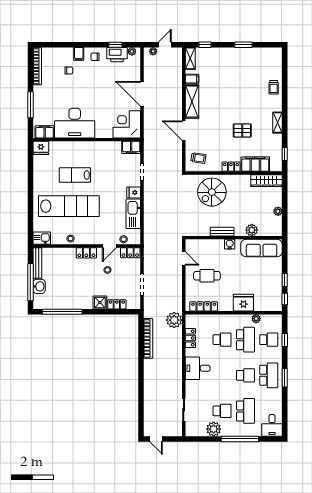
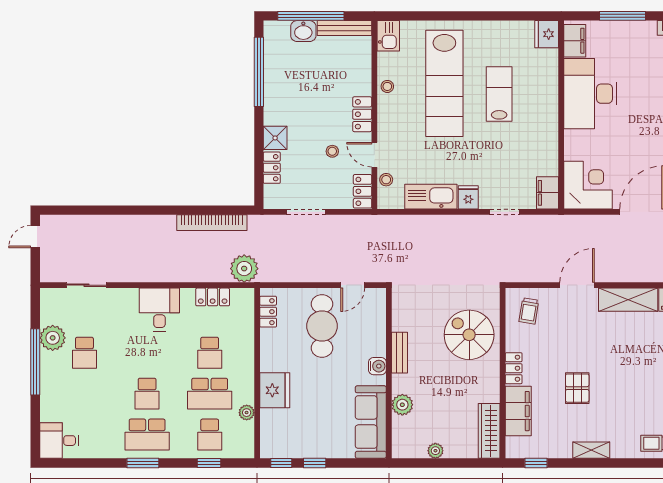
cafe table: (207, 276) -> (322, 326), width x1.37, depth x1.35
locker: (204, 306) -> (268, 312), width x0.66
school desk: (245, 411) -> (84, 394), removed
window: (240, 439) -> (35, 362), moved

